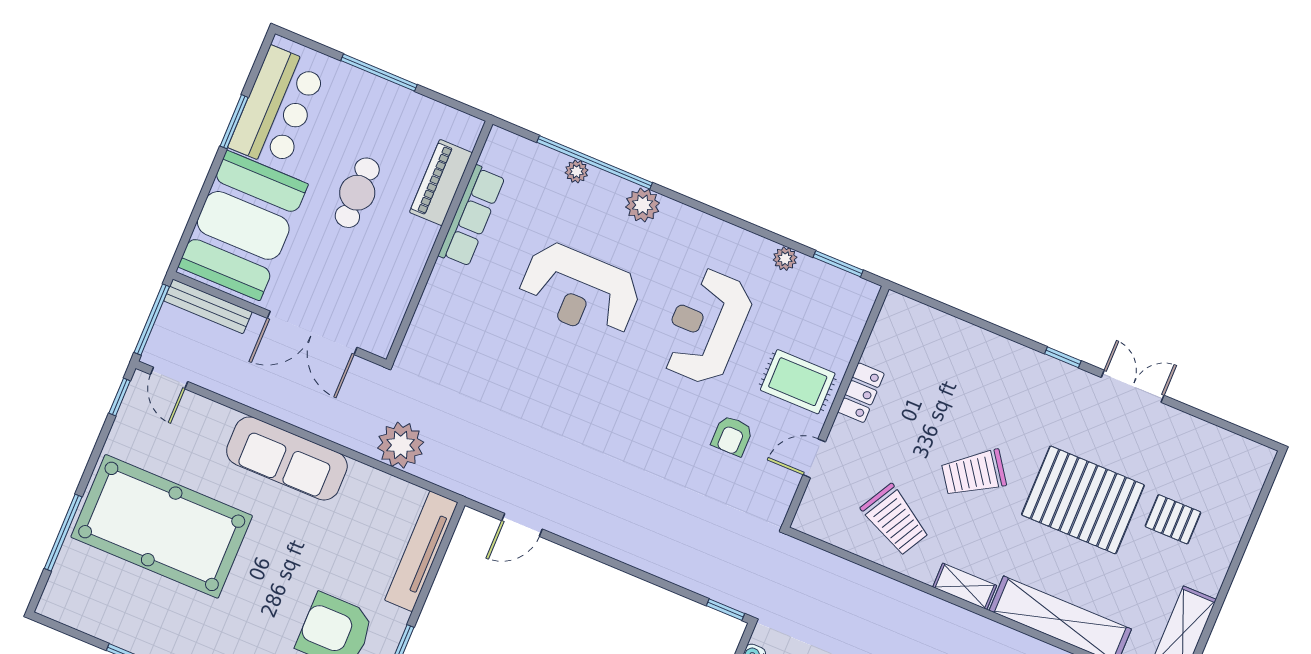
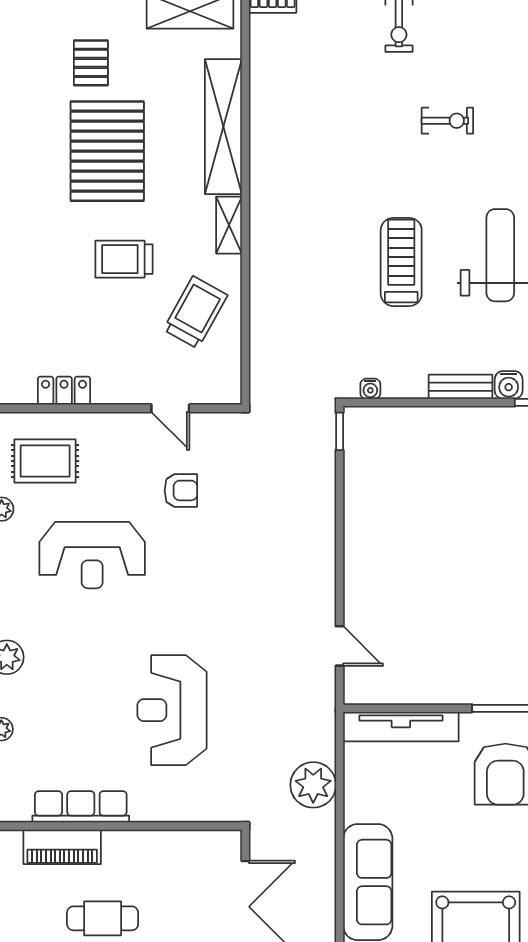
reception desk: (580, 291) -> (172, 710), moved, turned 180
rug: (798, 382) -> (45, 461), moved, turned 90
locker: (861, 393) -> (64, 391), moved
trolley: (974, 473) -> (124, 259), turned 125

